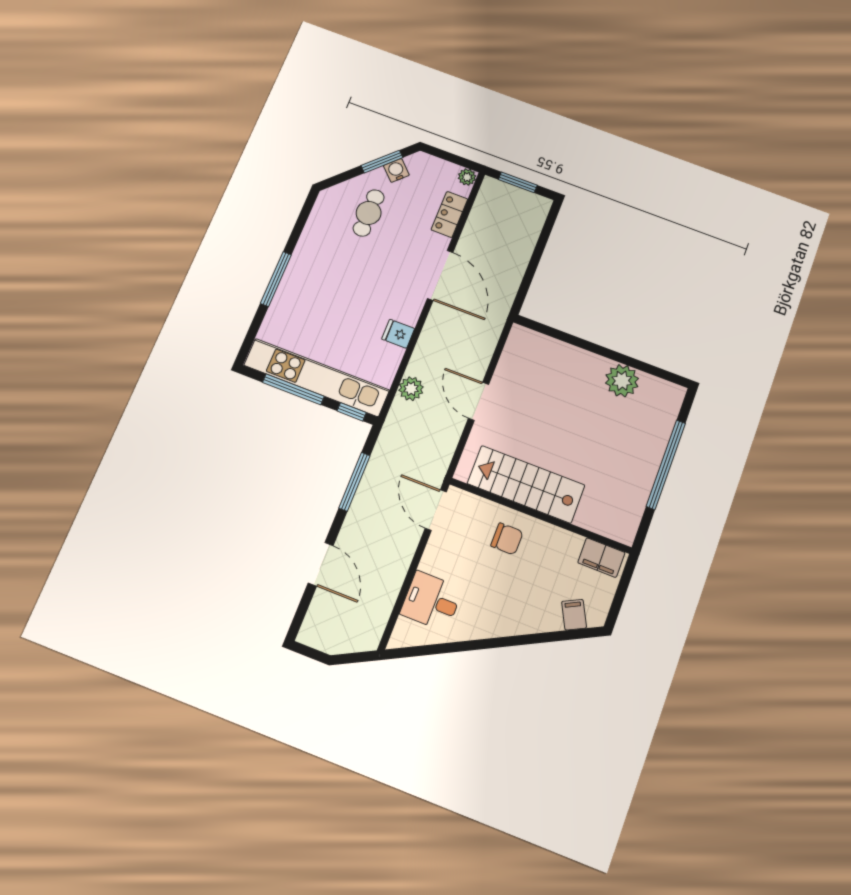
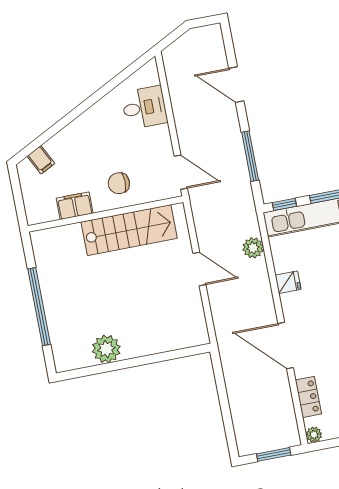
filing cabinet: (601, 558) -> (75, 206), moved

